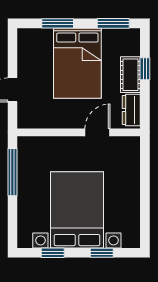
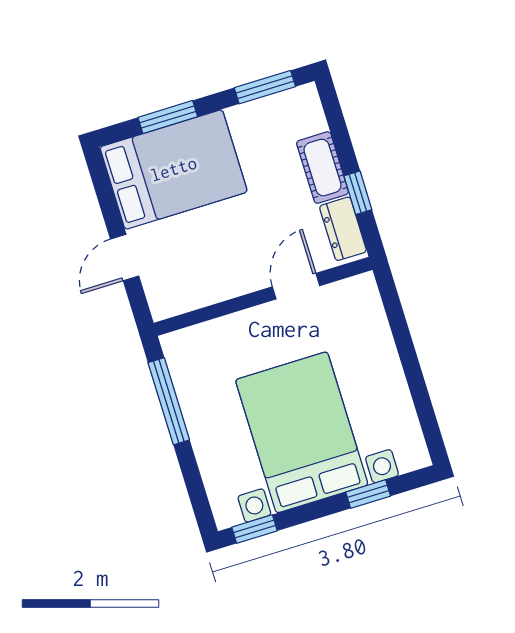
bed: (77, 63) -> (174, 169), moved, turned -90
window: (145, 69) -> (358, 193), moved
window: (53, 253) -> (254, 529), moved

